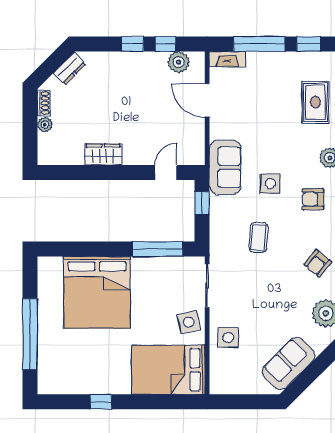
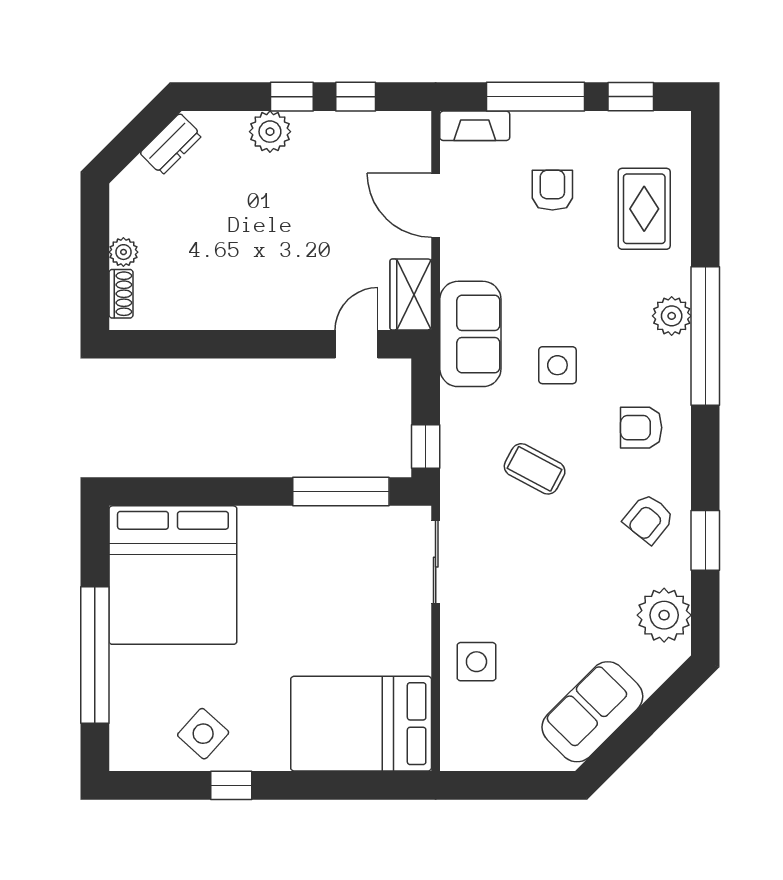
plant: (179, 62) -> (270, 132), moved
armchair: (268, 92) -> (552, 190), added
shoe rack: (44, 103) -> (121, 294), moved
wardrobe: (103, 154) -> (411, 294), moved, turned -90
armchair: (313, 199) -> (641, 428), moved
window: (202, 203) -> (426, 447), moved
coffee table: (258, 237) -> (535, 469), turned -66
bed: (97, 293) -> (173, 575), moved
side table: (189, 322) -> (203, 734), moved, turned -35

